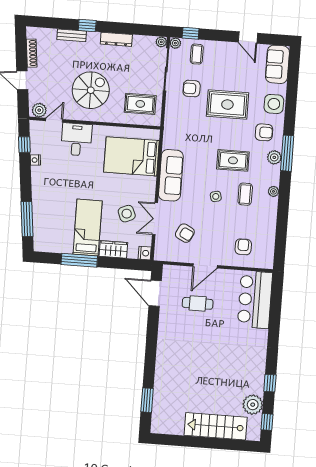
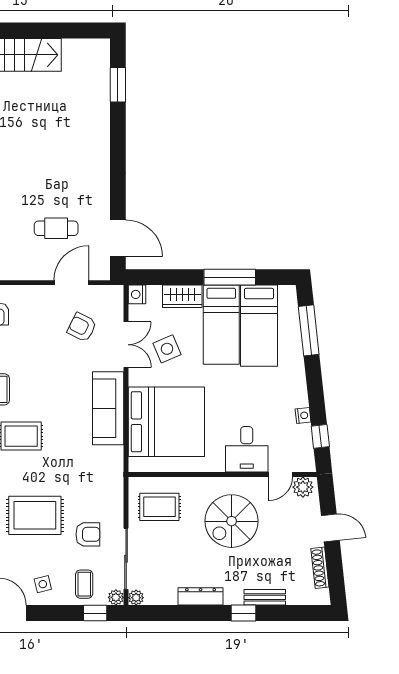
bed: (131, 156) -> (166, 422), width x1.36
side table: (216, 196) -> (43, 584), moved
bed: (61, 225) -> (259, 326), added
door: (205, 266) -> (71, 283), moved

